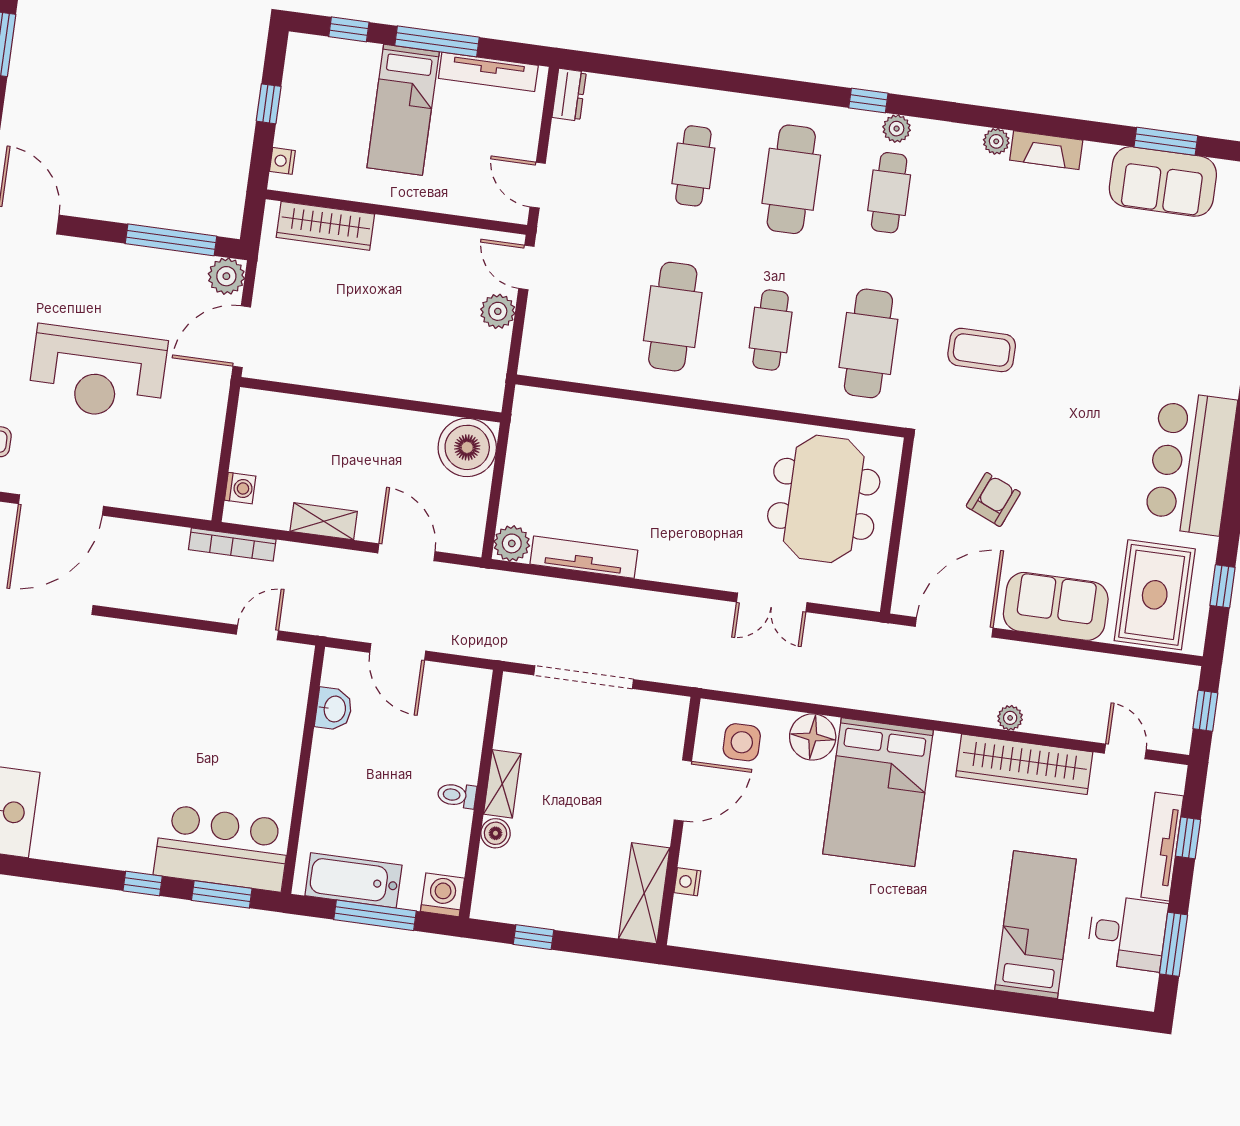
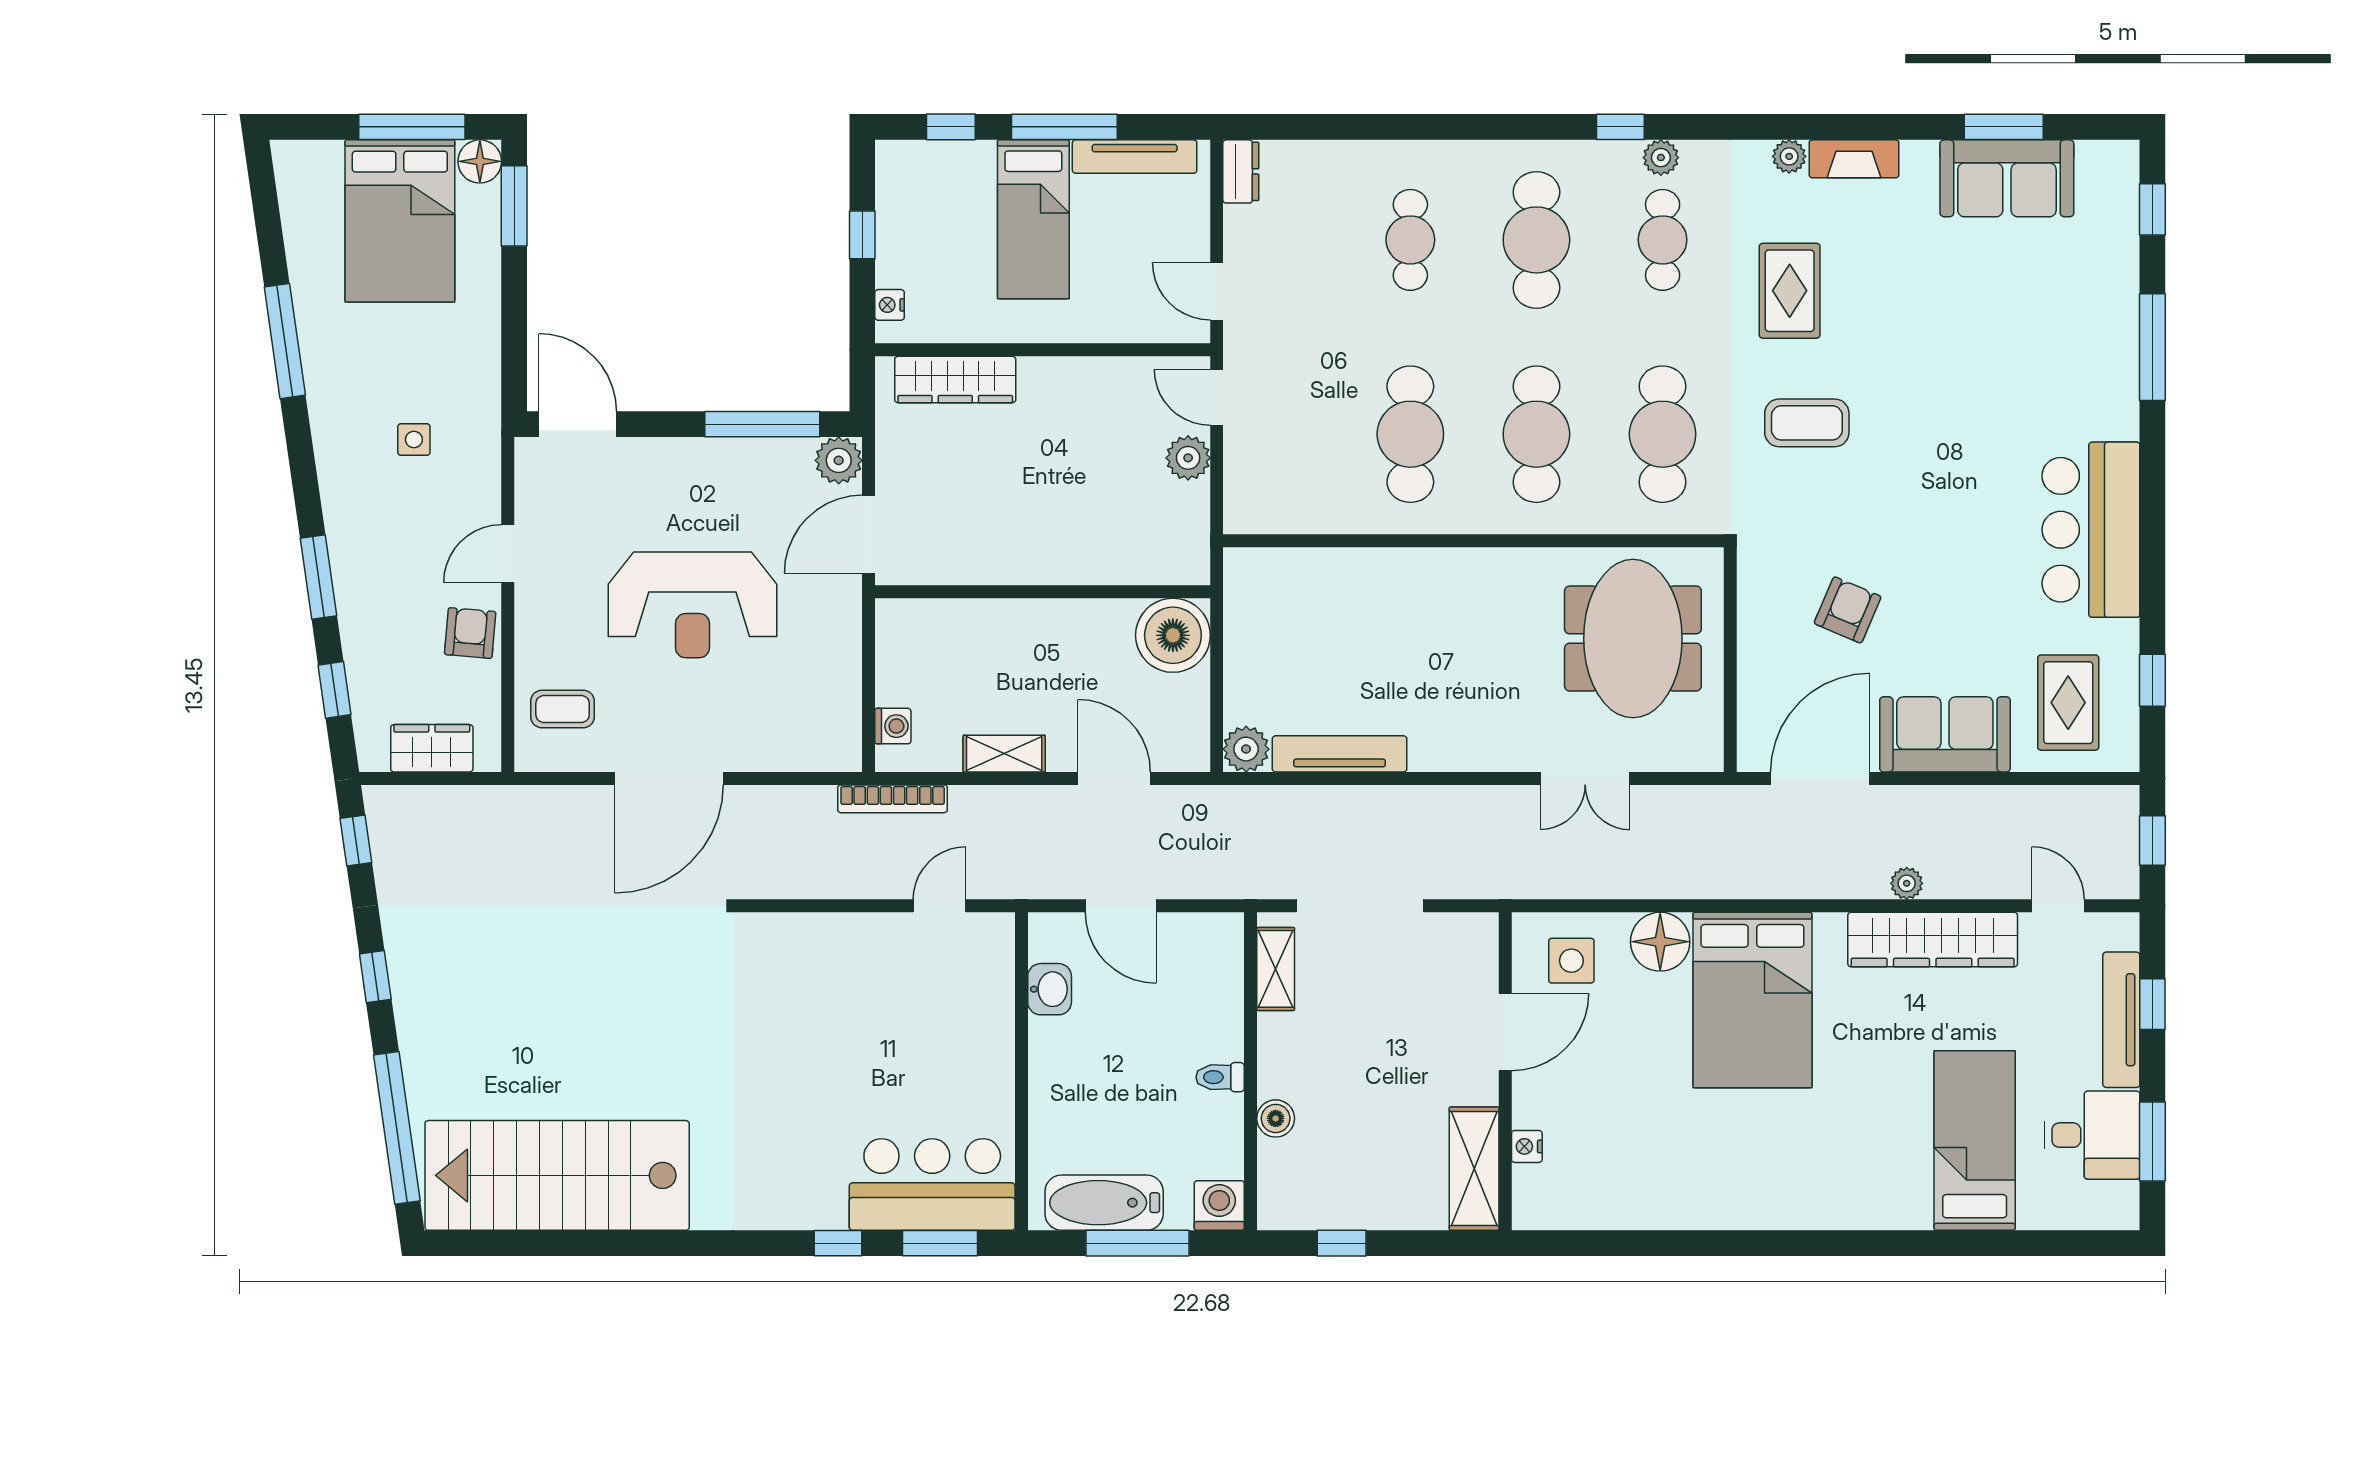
rug: (982, 246) -> (1790, 291), added
cafe table: (771, 330) -> (1536, 434), width x1.37, depth x1.35
rug: (1155, 595) -> (2068, 703), width x0.73, depth x0.70
shelving: (502, 784) -> (1276, 969), moved

